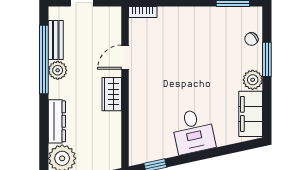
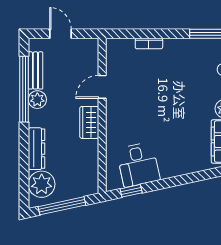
bookcase: (143, 12) -> (149, 43), moved
desk: (193, 131) -> (138, 165), moved

